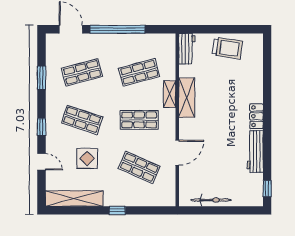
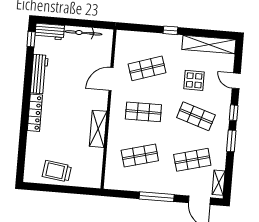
window: (117, 29) -> (157, 197), width x0.68
workbench: (187, 49) -> (50, 31), moved, turned -90
window: (42, 78) -> (231, 141), moved
shelving: (170, 94) -> (219, 183), moved
locker: (256, 116) -> (35, 113), width x1.53
shop shelf: (139, 167) -> (147, 68), turned -42

